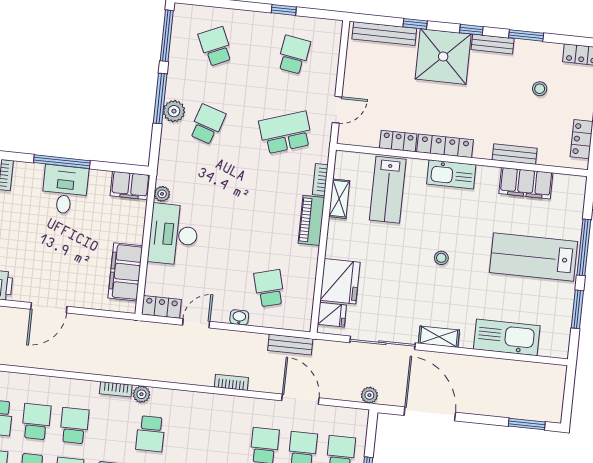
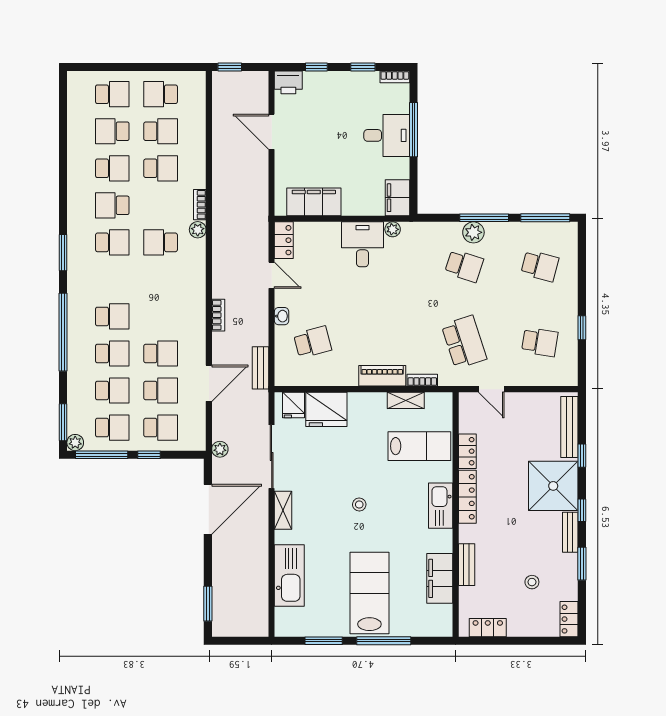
school desk: (216, 46) -> (540, 266), turned 39
lab bench: (388, 190) -> (419, 446), turned 180
desk: (173, 234) -> (362, 244), width x0.73

